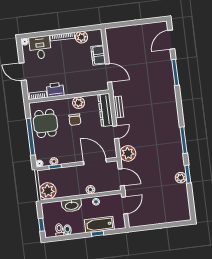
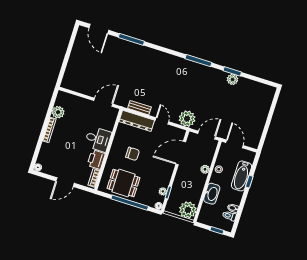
desk: (40, 47) -> (98, 139), moved, turned 180
filing cabinet: (98, 55) -> (82, 104), removed
plant: (79, 103) -> (118, 143), removed

